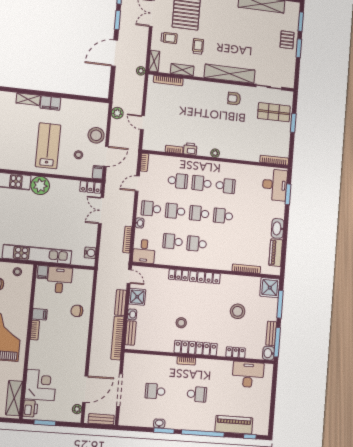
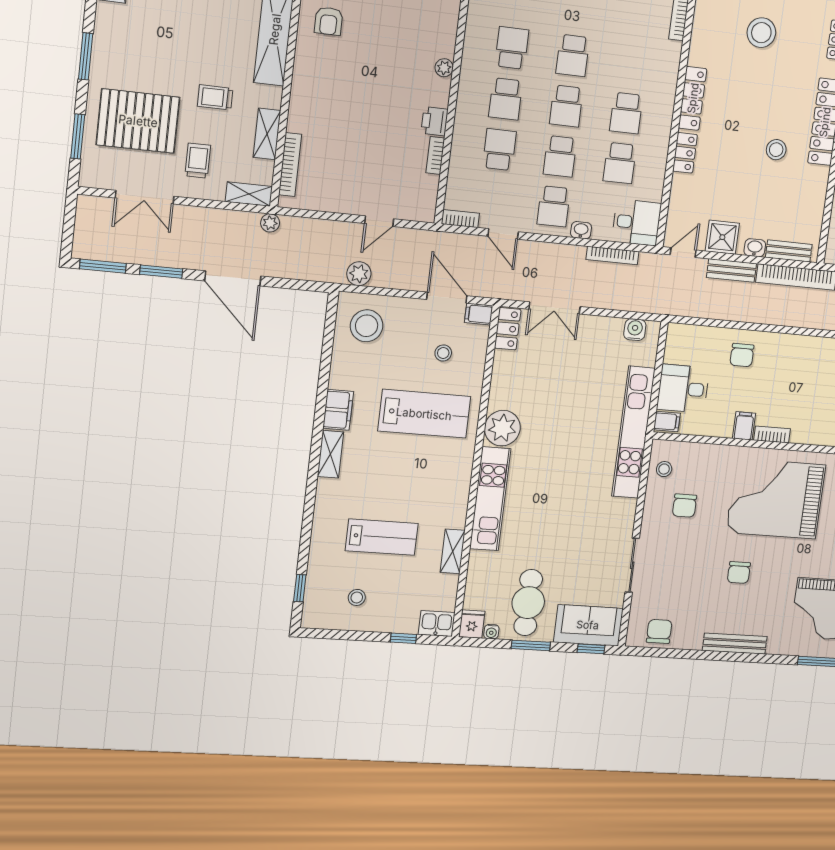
stool: (96, 135) -> (367, 326), moved
lab bench: (48, 146) -> (424, 414), turned 180

